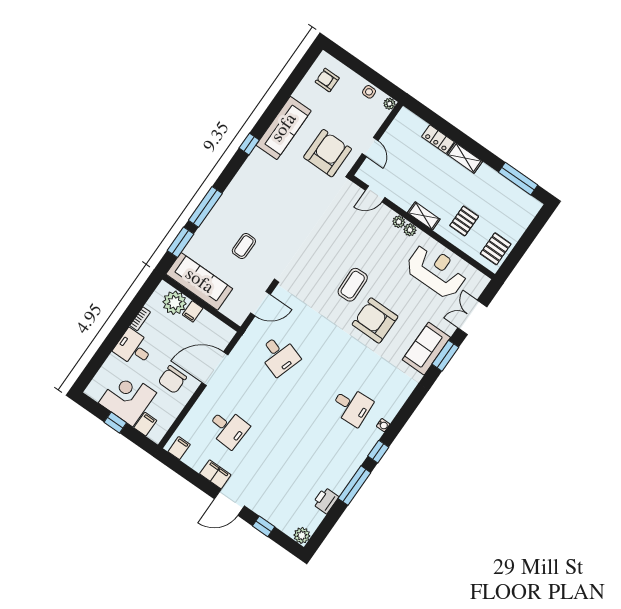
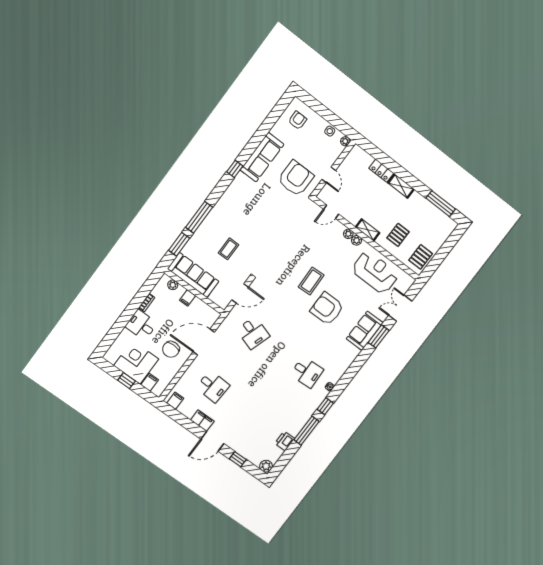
armchair: (327, 80) -> (297, 120), turned 90
plant: (175, 303) -> (173, 285), width x0.53, depth x0.53

